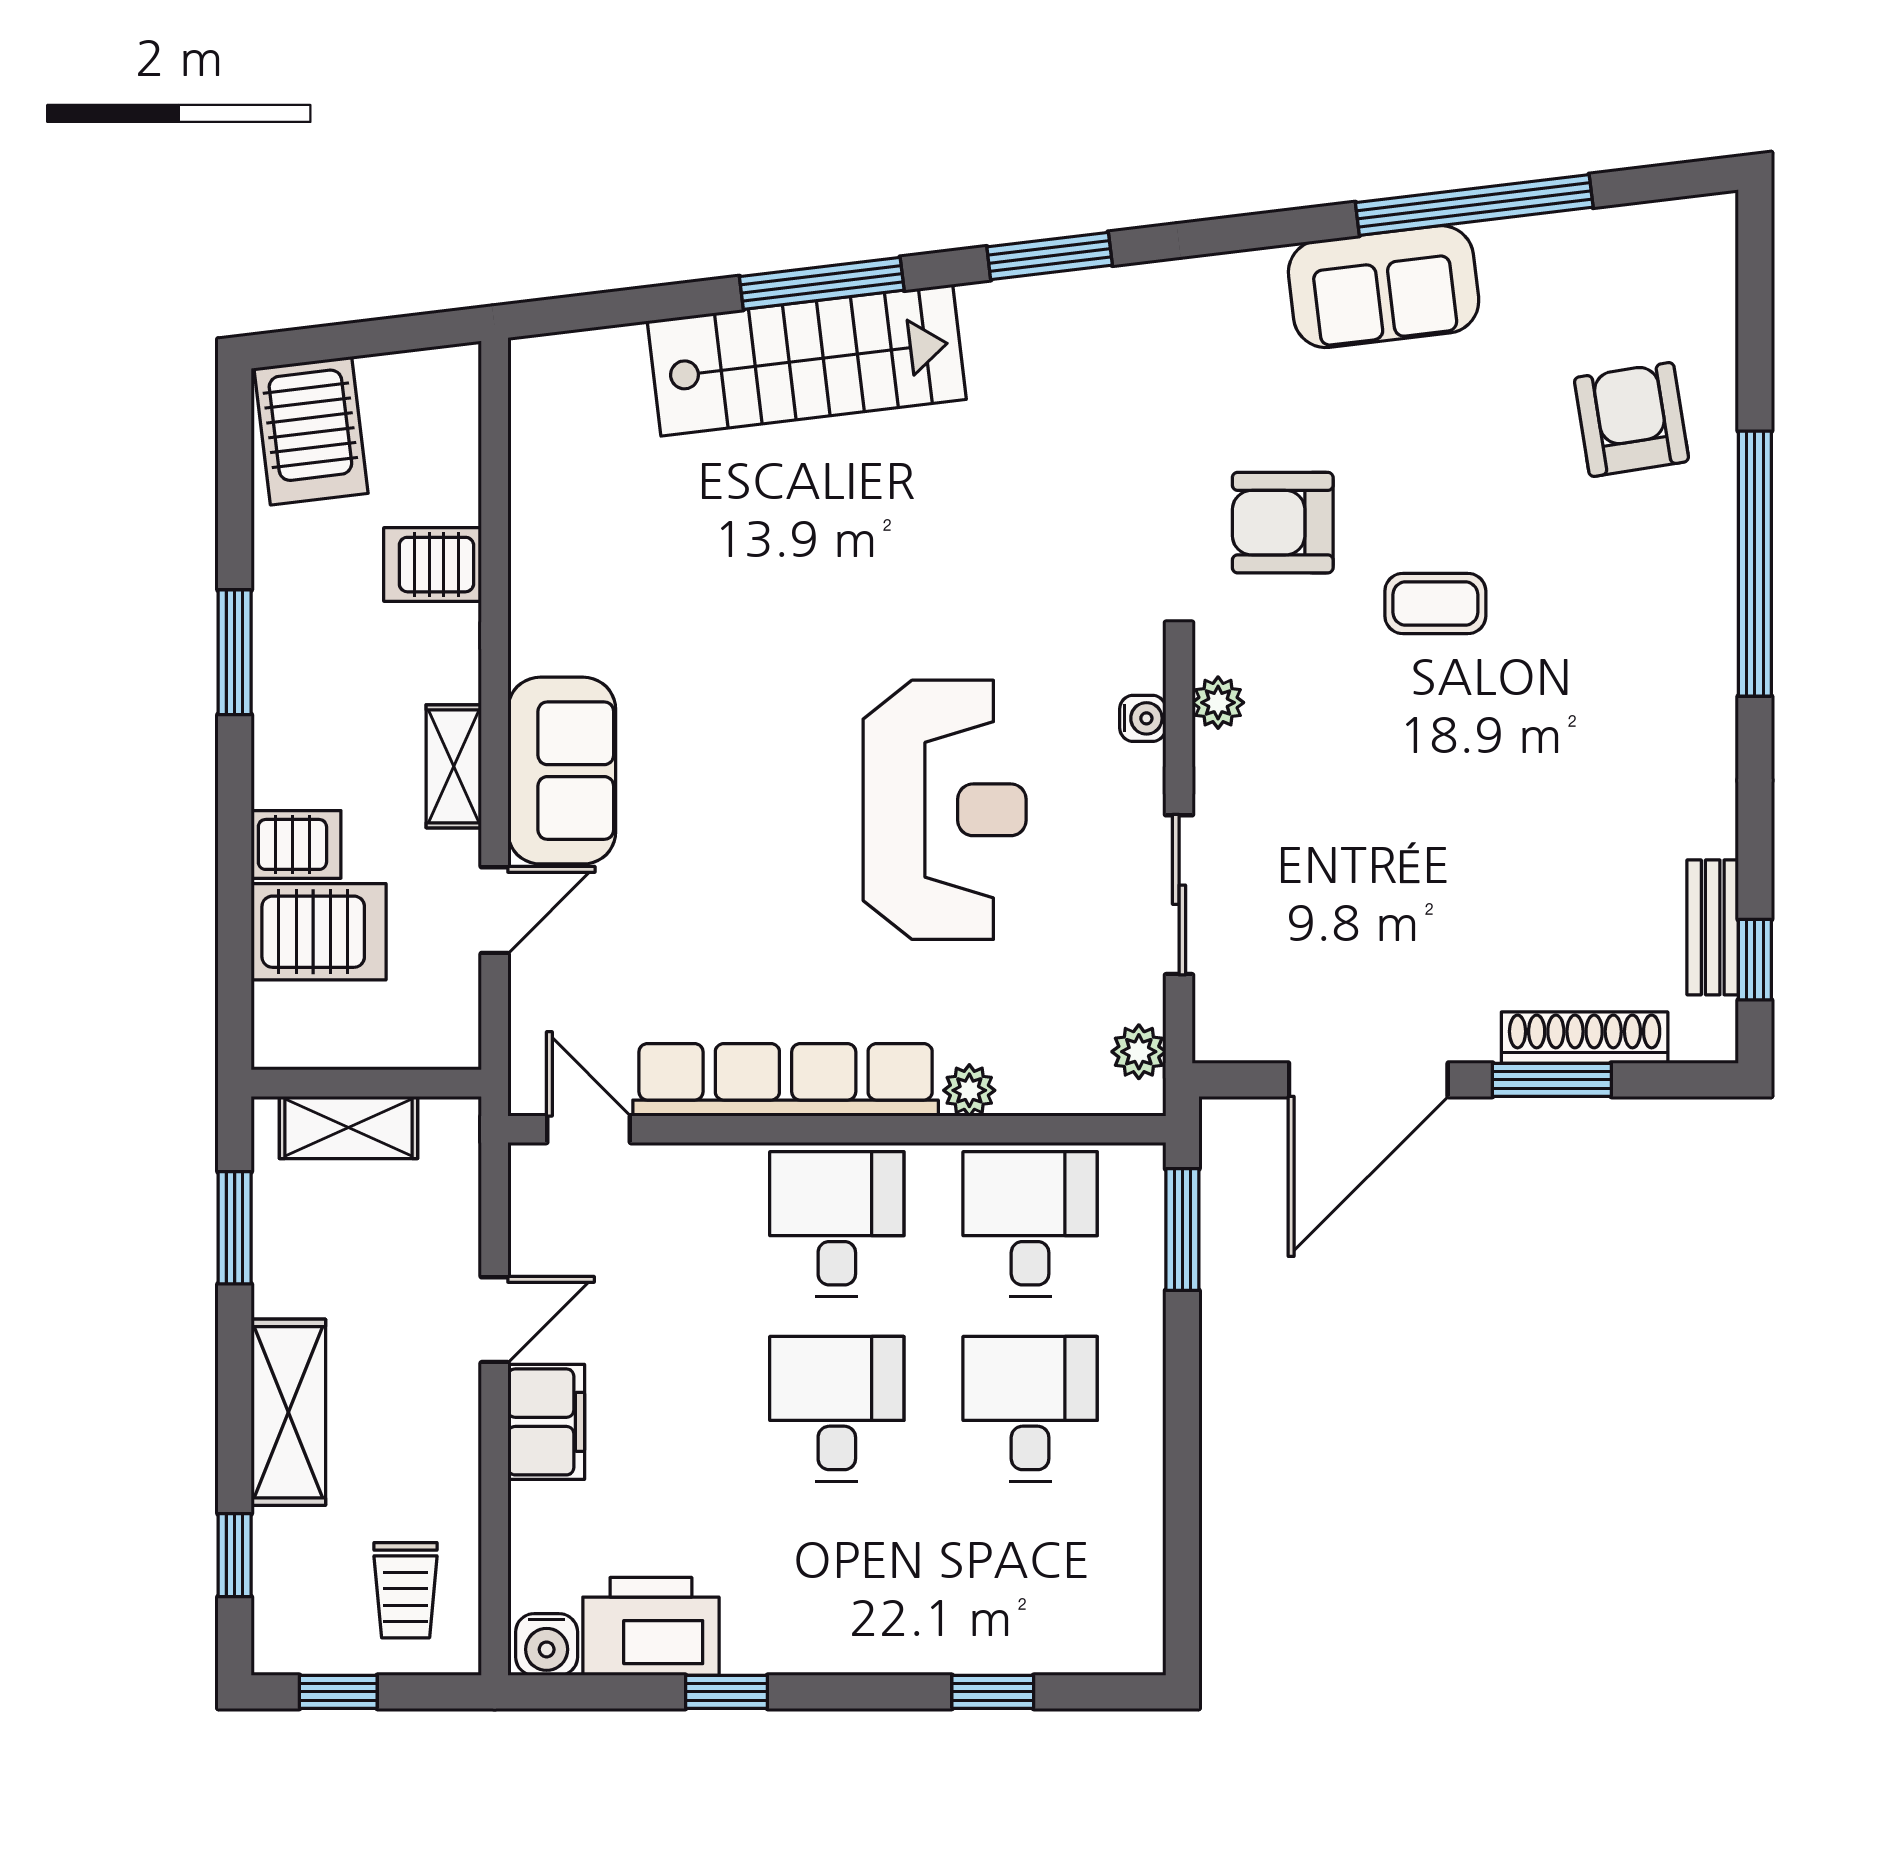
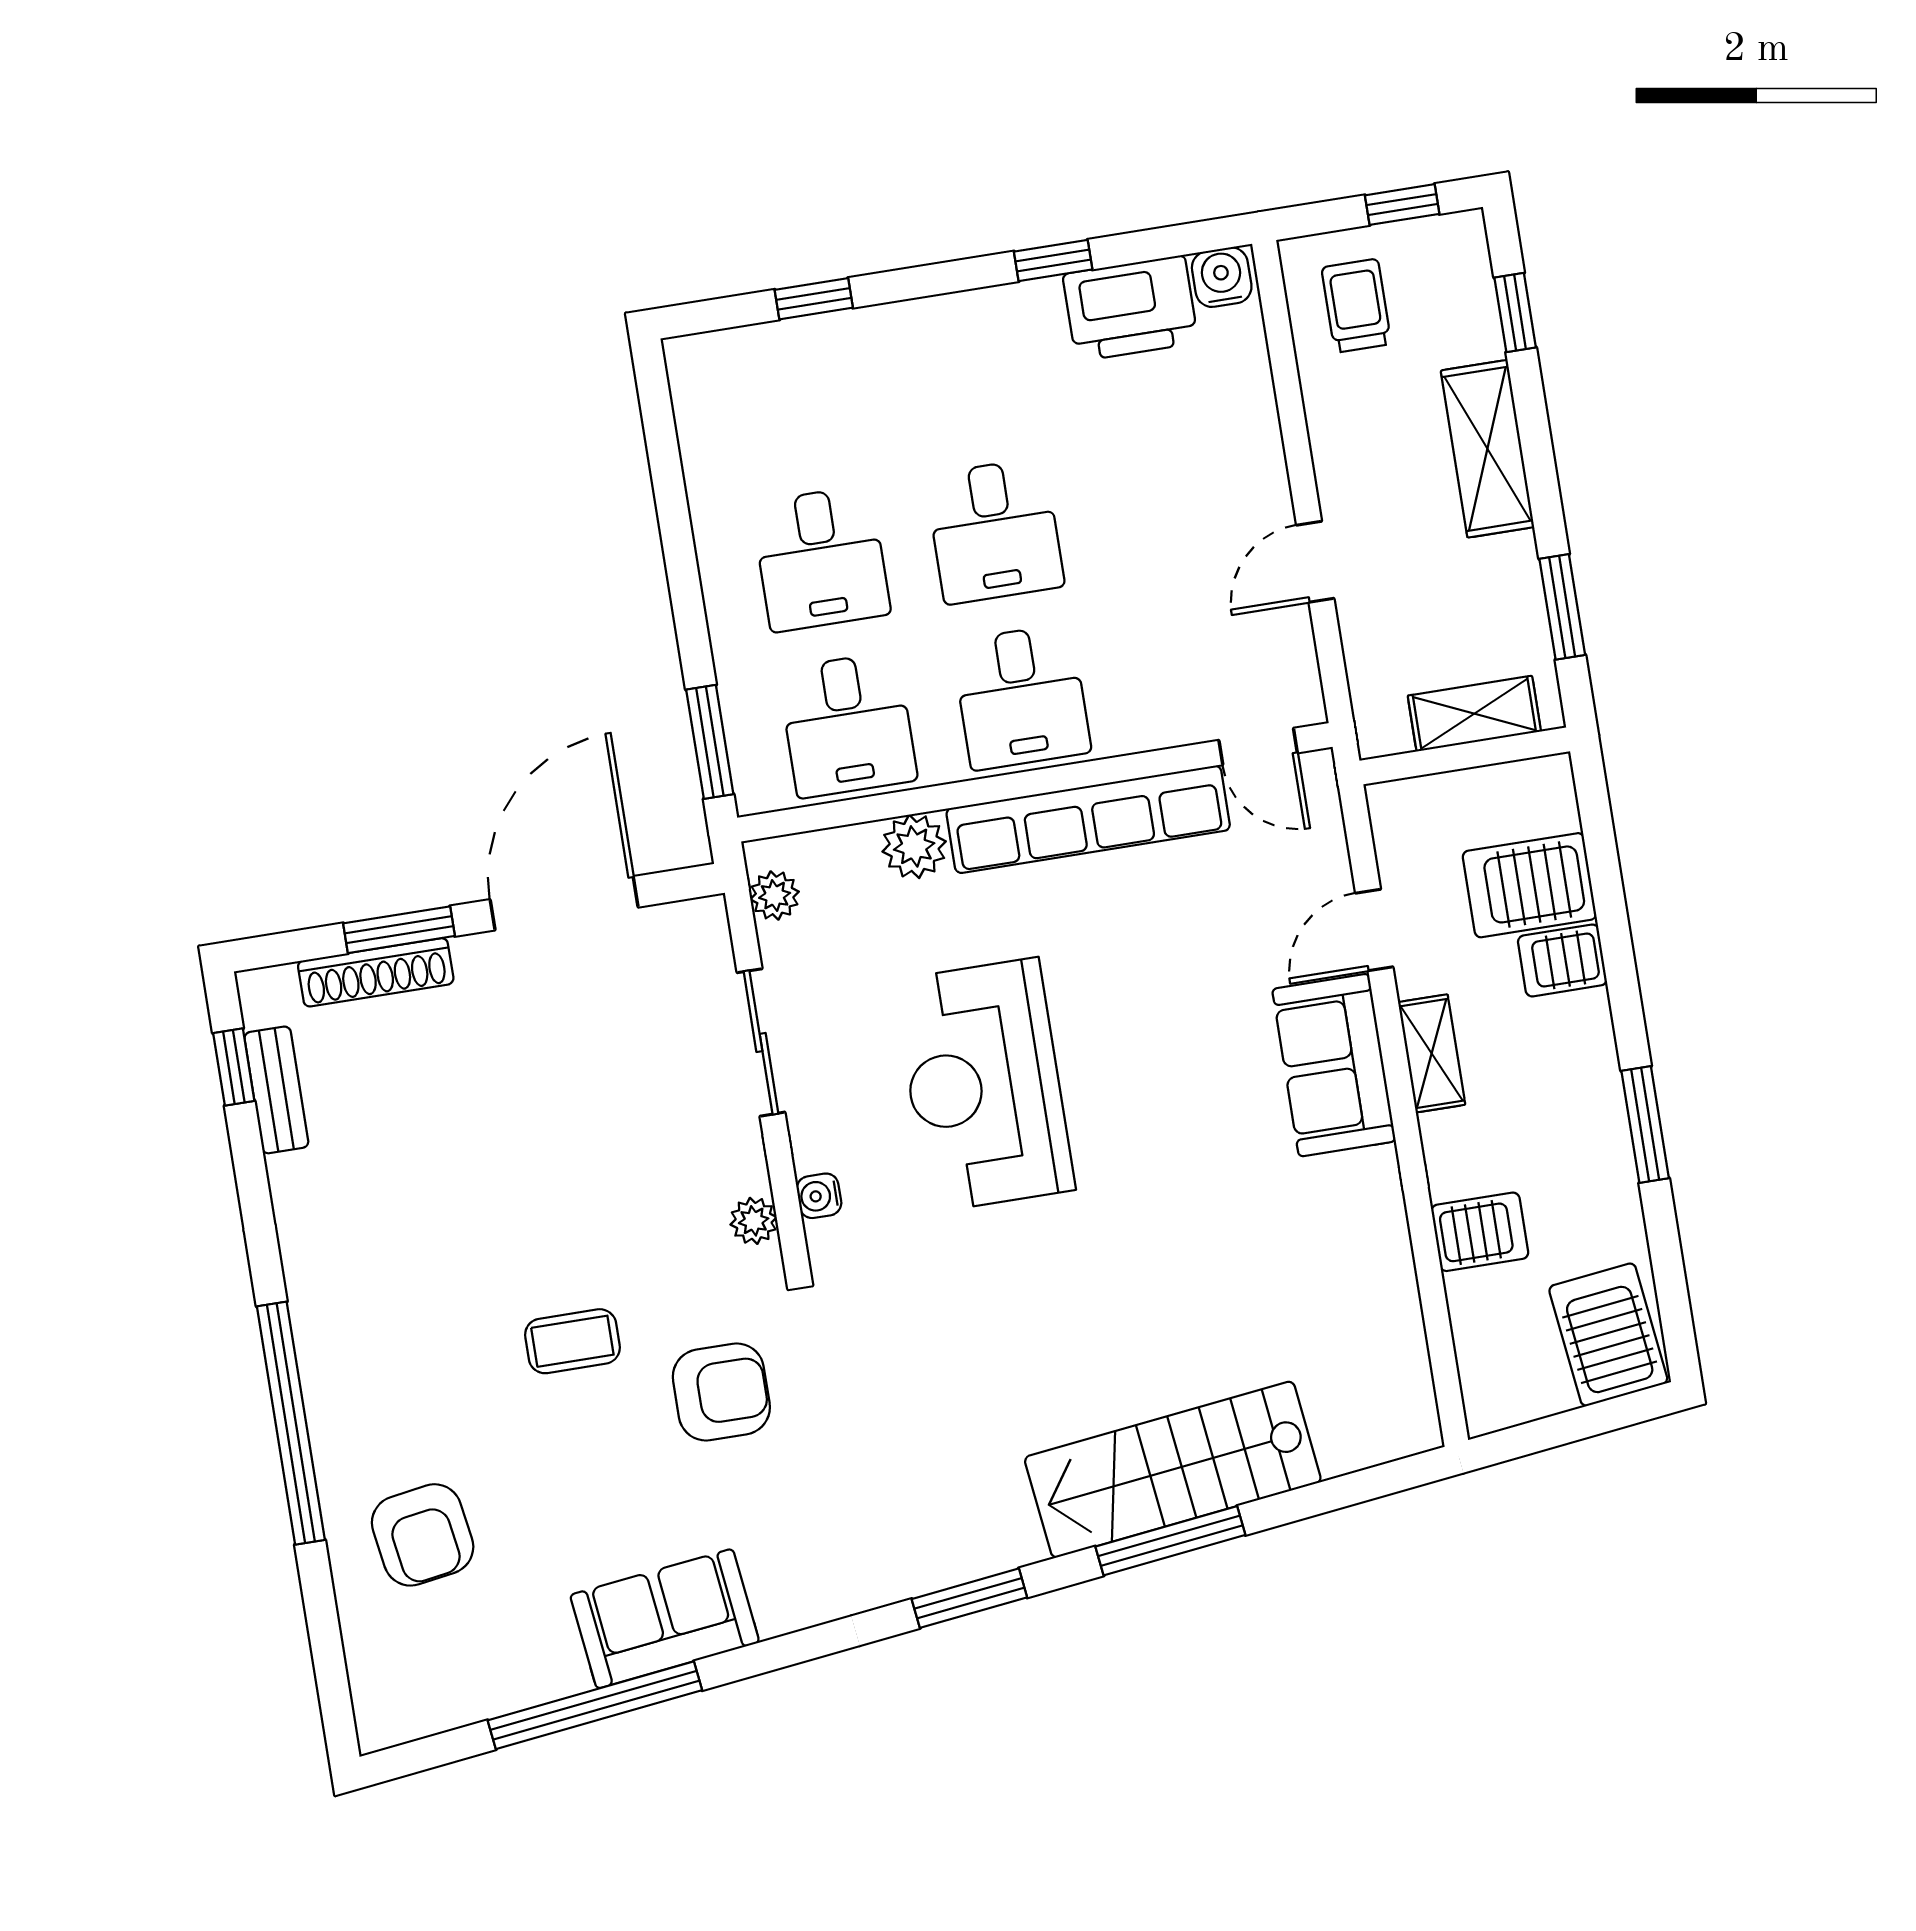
plant: (969, 1090) -> (914, 846), width x1.38, depth x1.38
filing cabinet: (546, 1422) -> (1254, 477), removed

